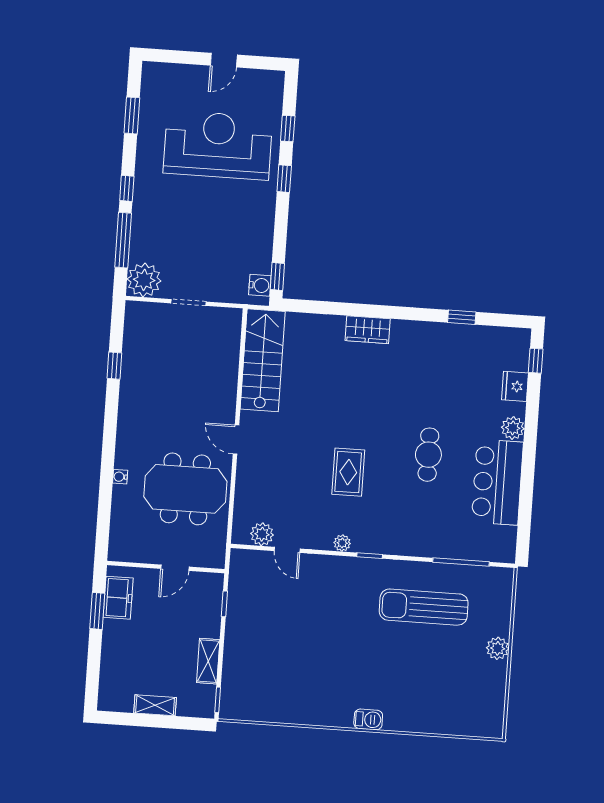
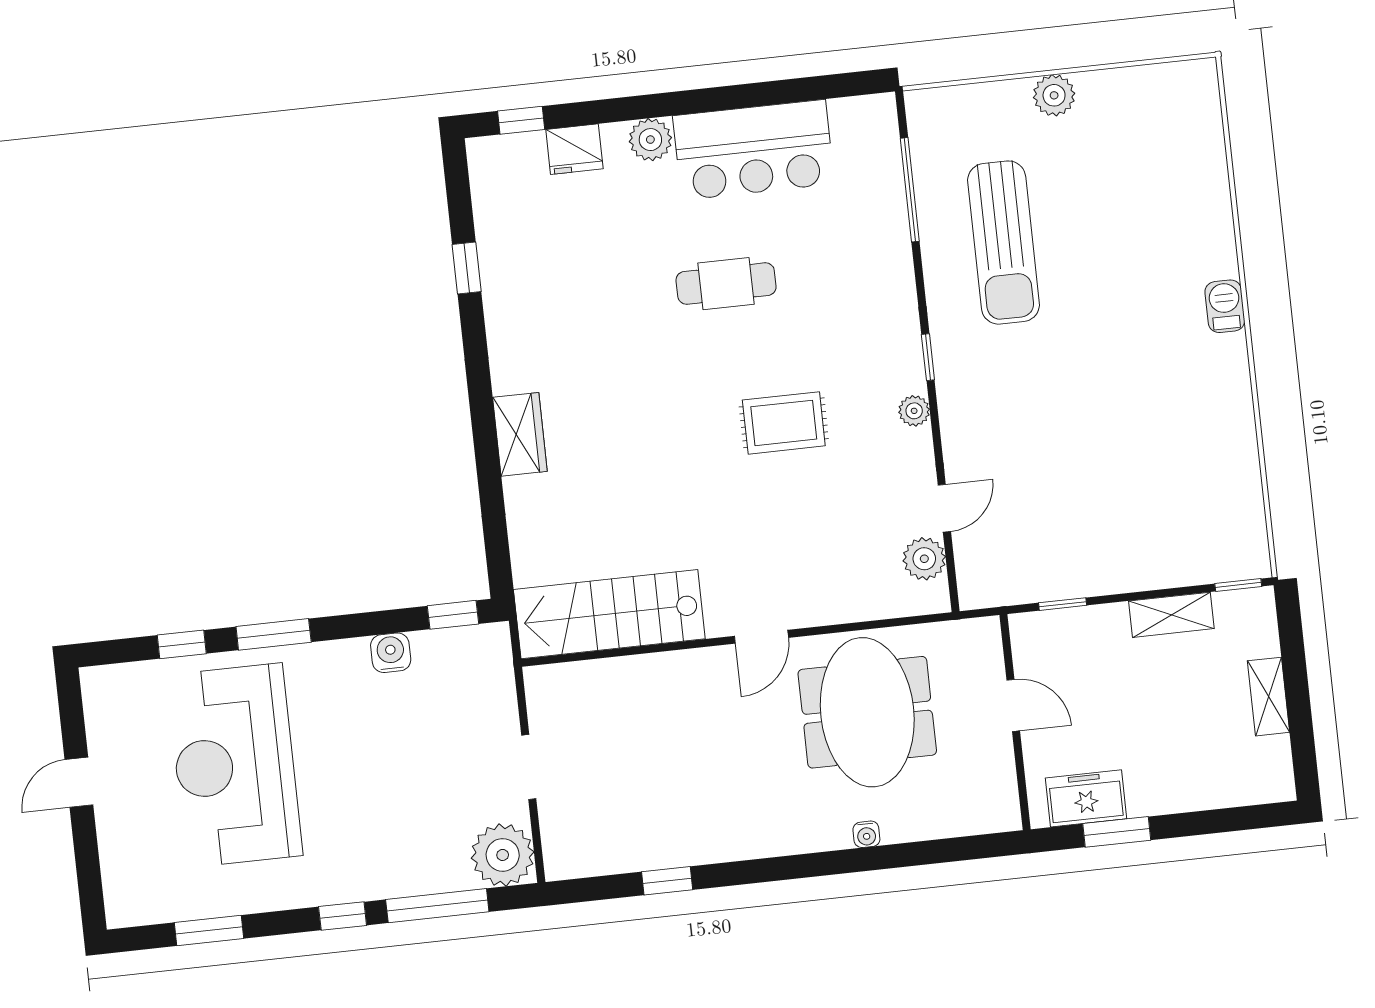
door: (224, 60) -> (79, 782), swing flipped
window: (284, 179) -> (274, 634), width x1.50
water cooler: (260, 285) -> (391, 653), moved

